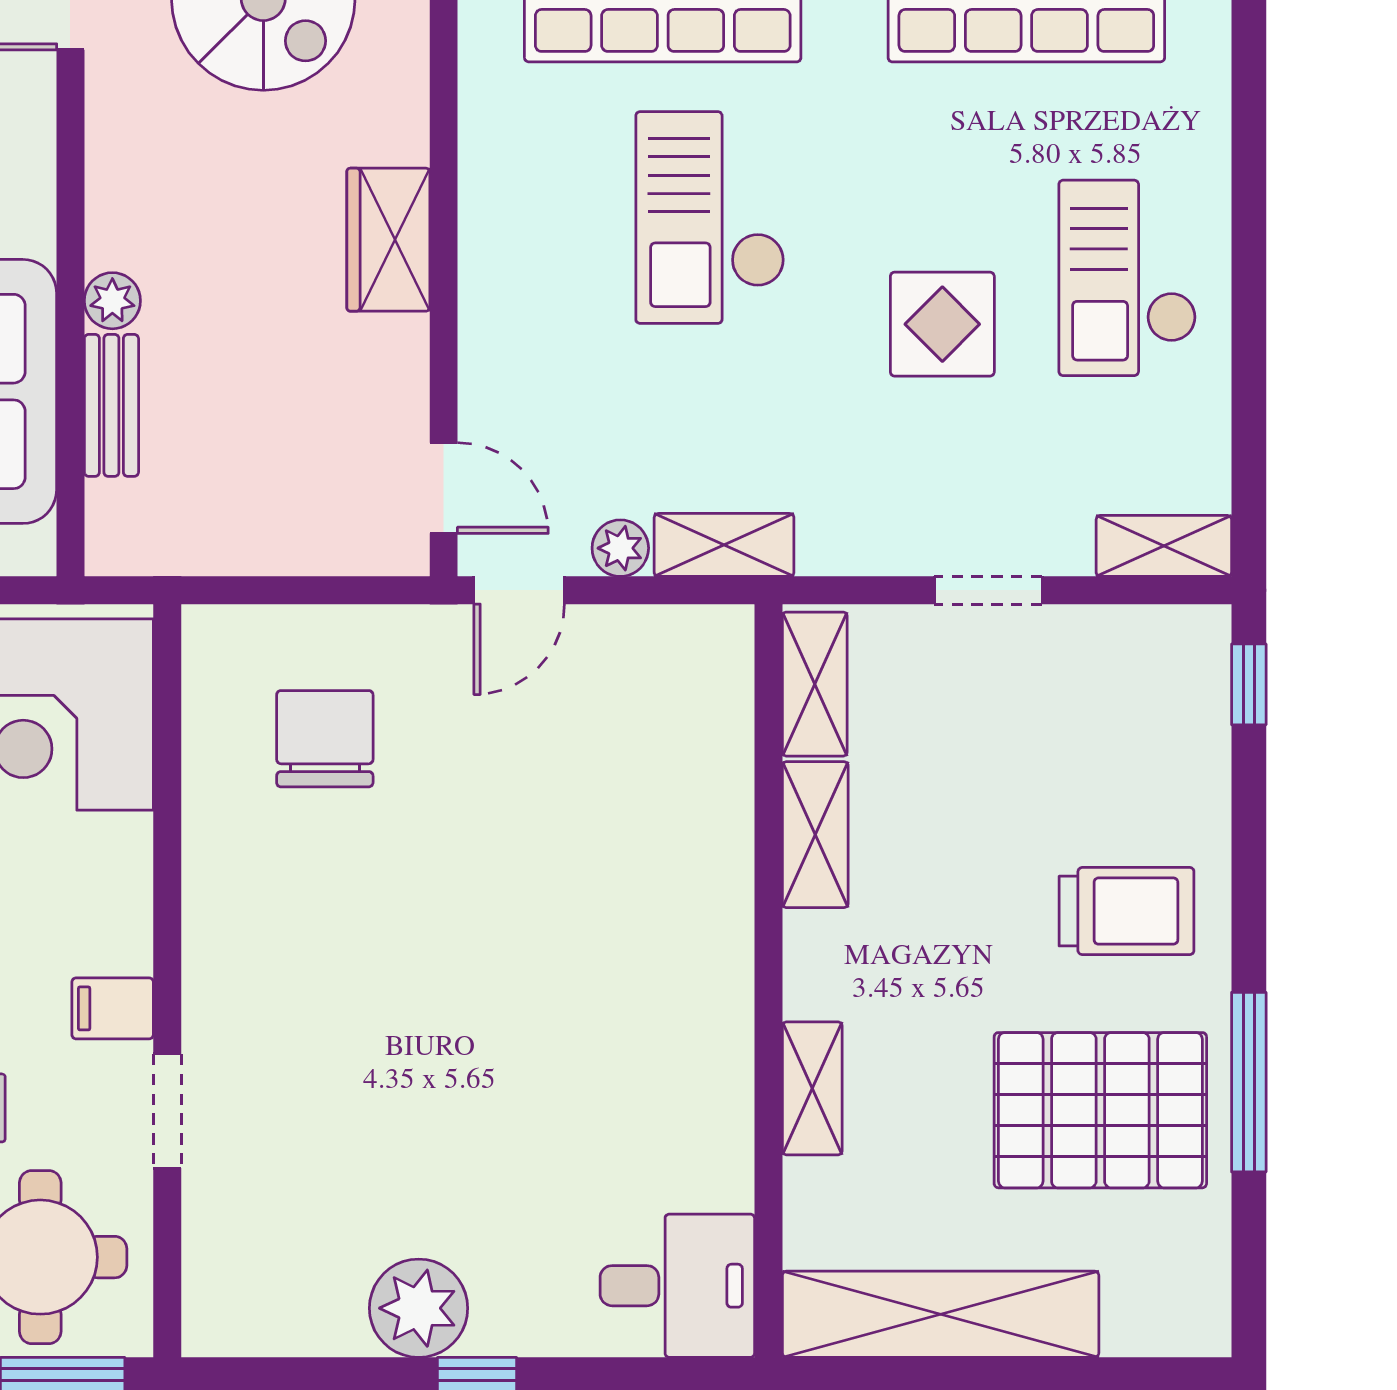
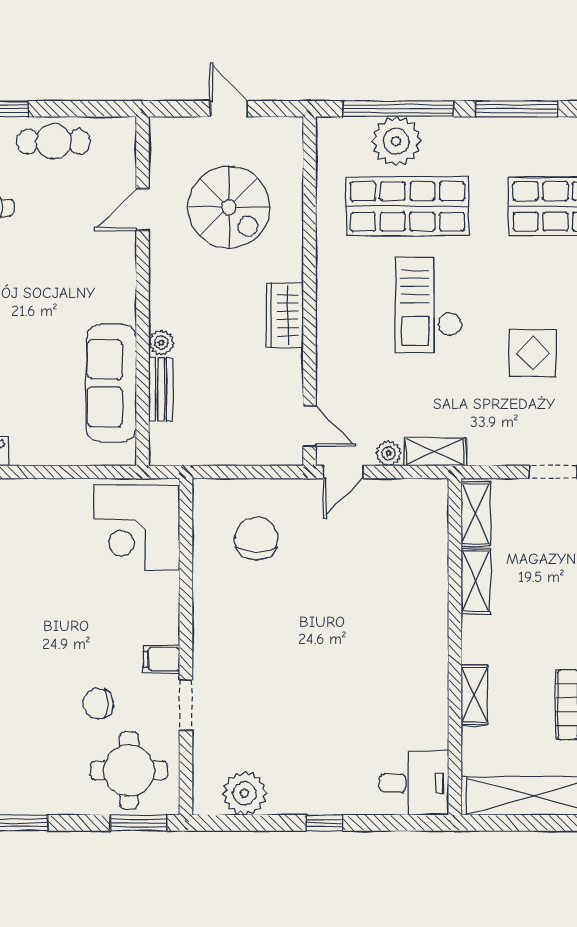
plant: (419, 1308) -> (245, 793), moved

